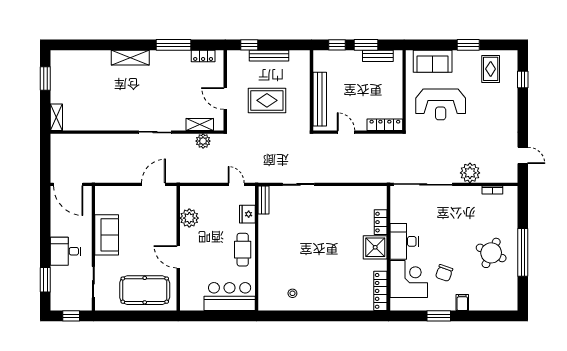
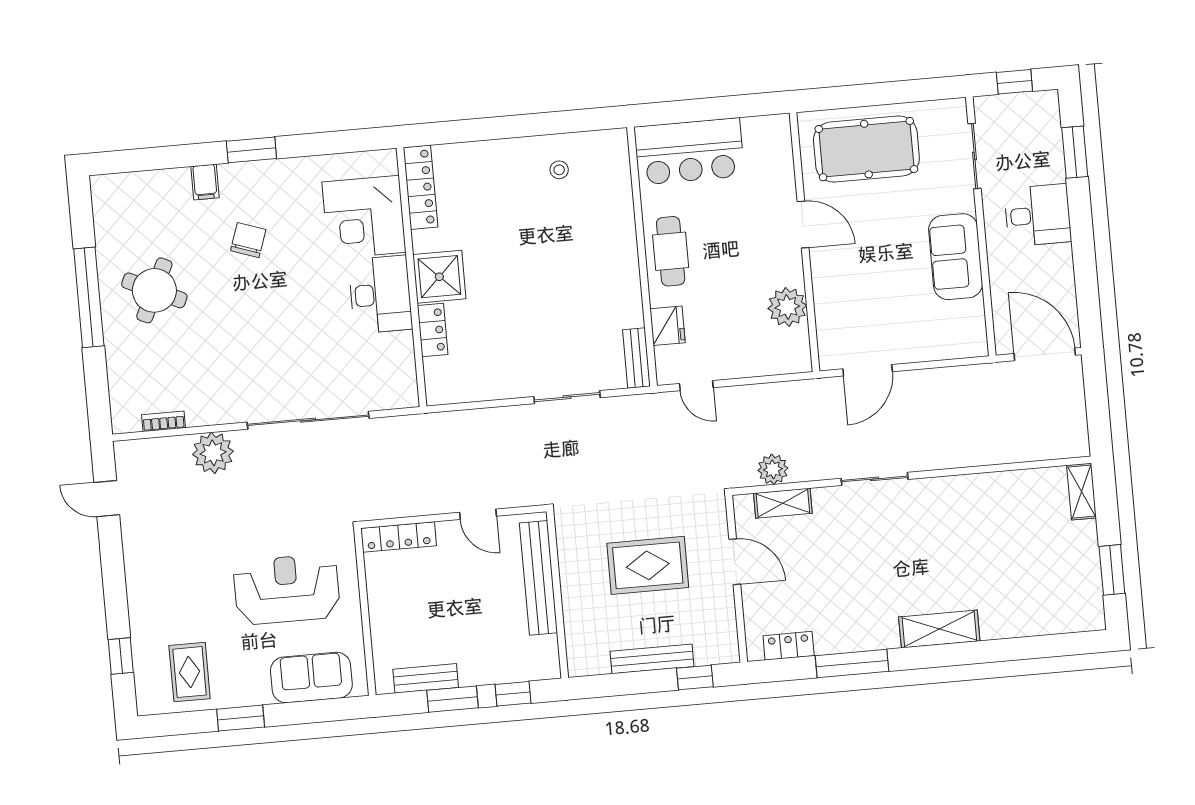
locker: (381, 222) -> (433, 330), moved
desk: (404, 241) -> (380, 294), moved
shower: (375, 247) -> (439, 277), moved
wall: (388, 248) -> (412, 277), moved
corner desk: (409, 279) -> (364, 217), moved
locker: (380, 291) -> (421, 187), moved

